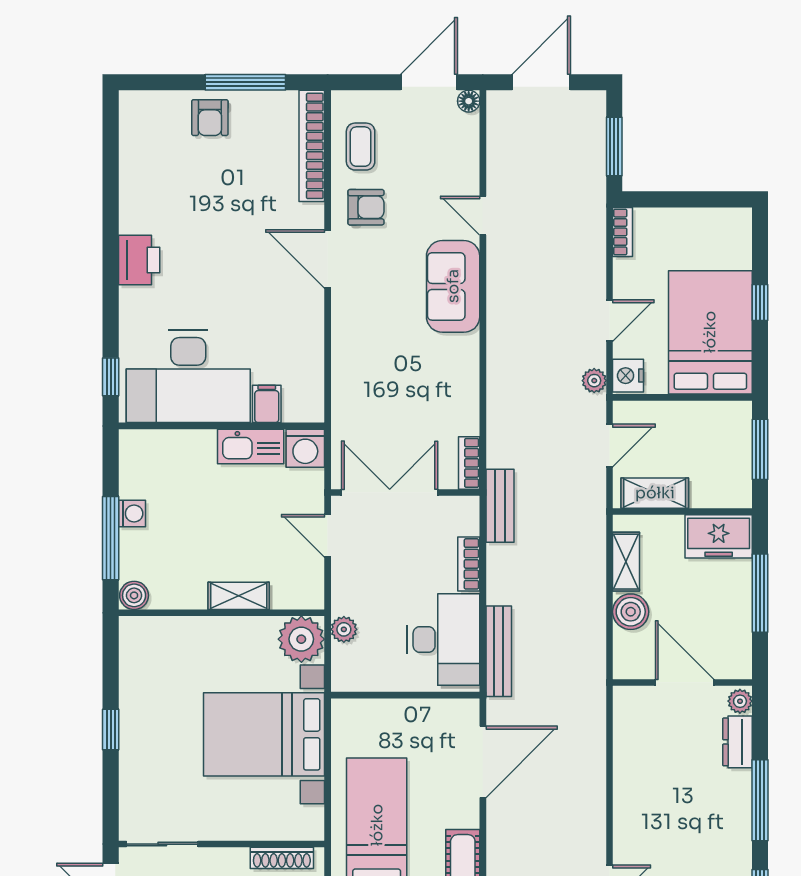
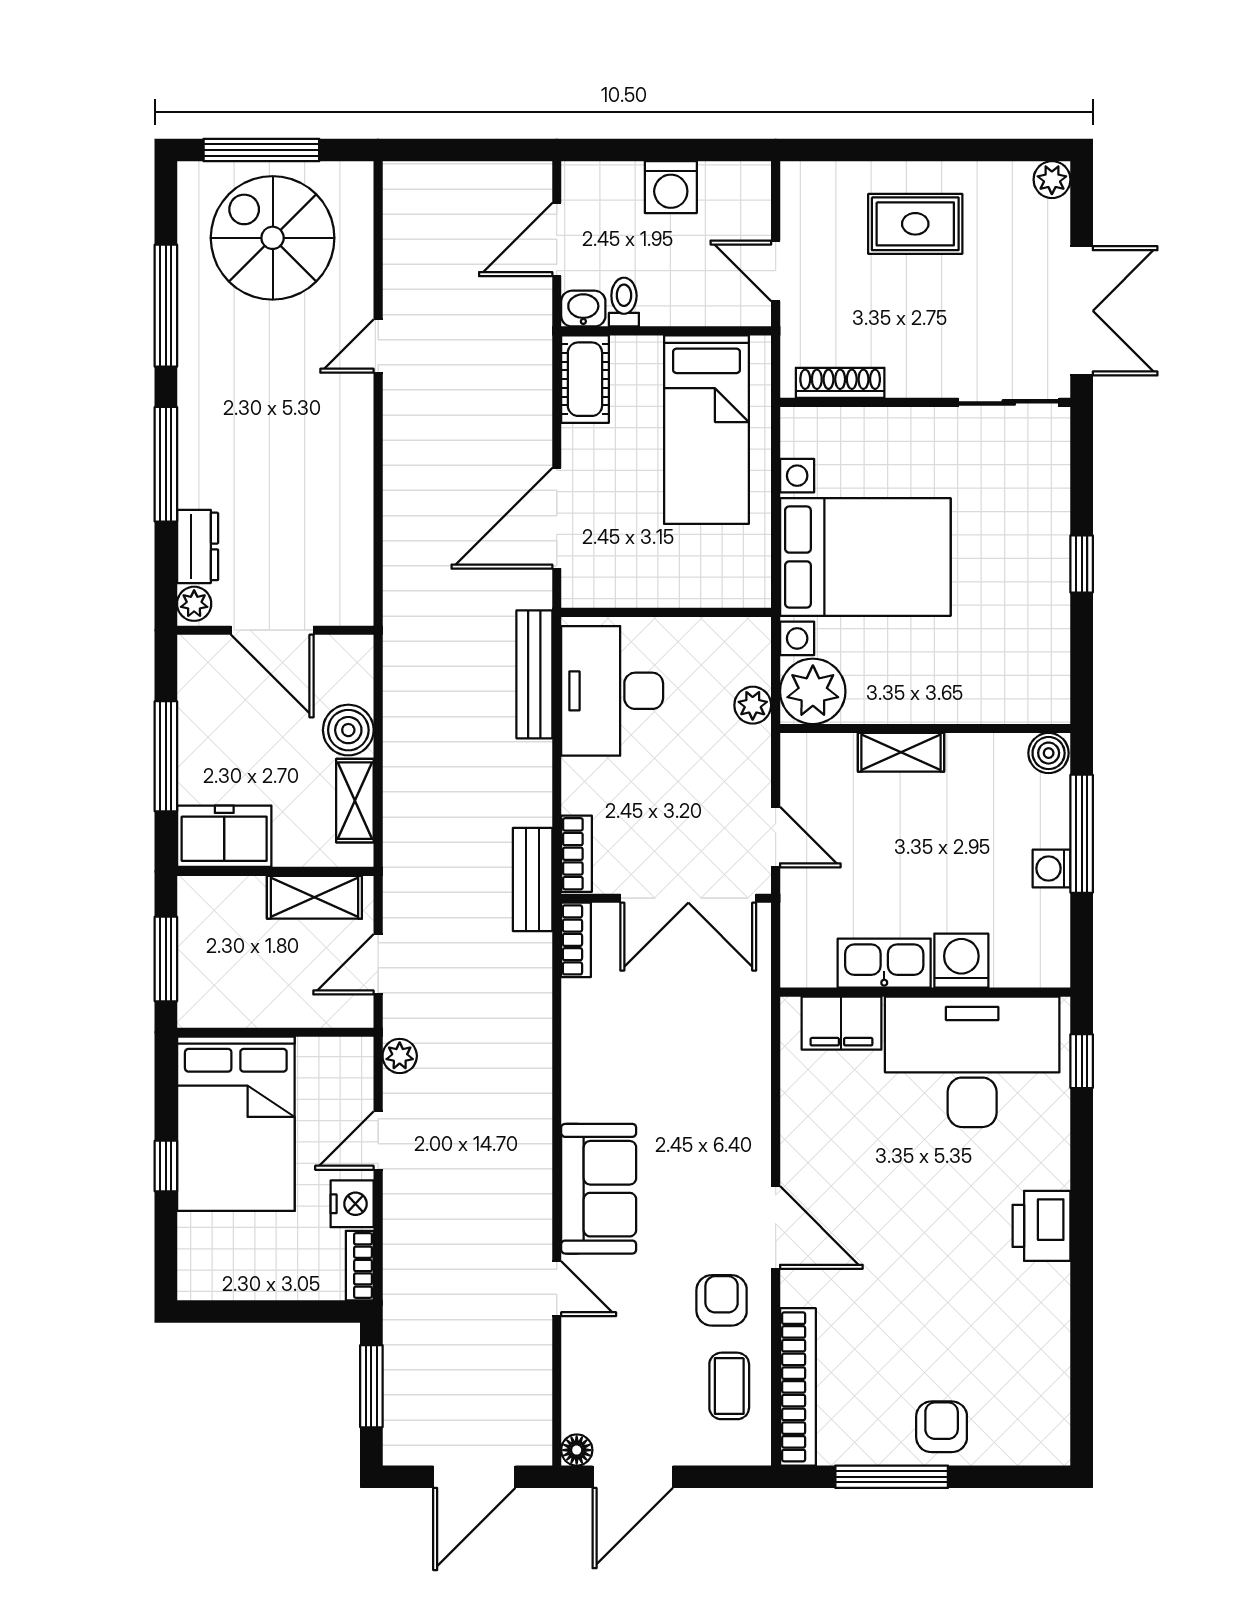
armchair: (366, 207) -> (722, 1300), turned 90
nightstand: (628, 376) -> (352, 1204), moved
filing cabinet: (267, 404) -> (841, 1023), width x2.00
washing machine: (305, 448) -> (961, 961), moved
bookcase: (469, 564) -> (576, 854), moved

